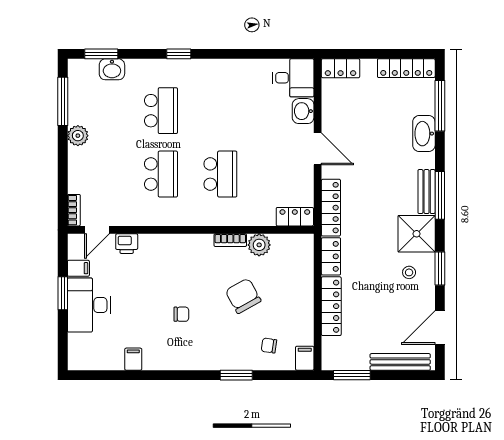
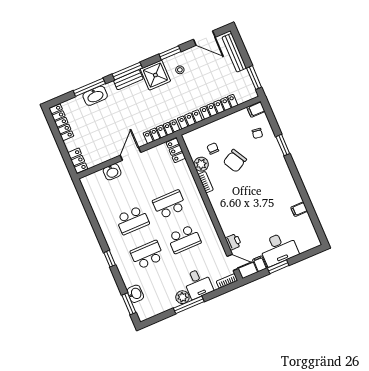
desk: (293, 78) -> (198, 283), moved, turned 180
window: (63, 101) -> (189, 305), moved
window: (440, 106) -> (89, 87), moved
school desk: (220, 111) -> (132, 220), added
school desk: (161, 174) -> (184, 239), turned 180
chair: (181, 314) -> (213, 148), moved

